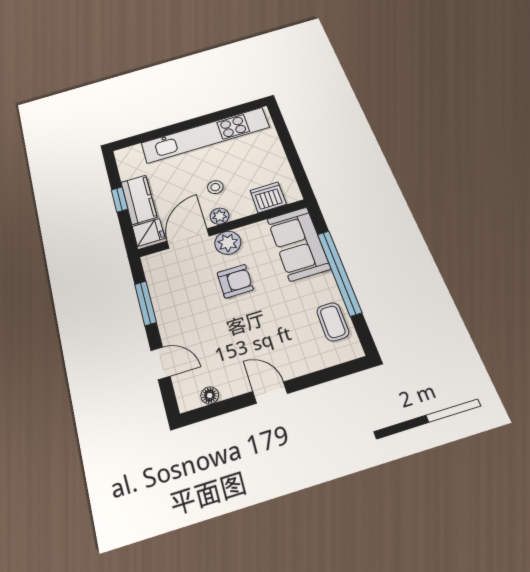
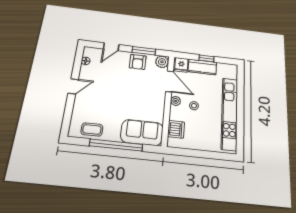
plant: (228, 243) -> (162, 62), moved
armchair: (235, 281) -> (138, 62), moved

